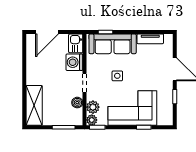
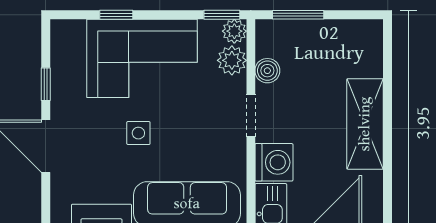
side table: (117, 76) -> (138, 133), moved
shelving: (34, 105) -> (365, 124), moved

